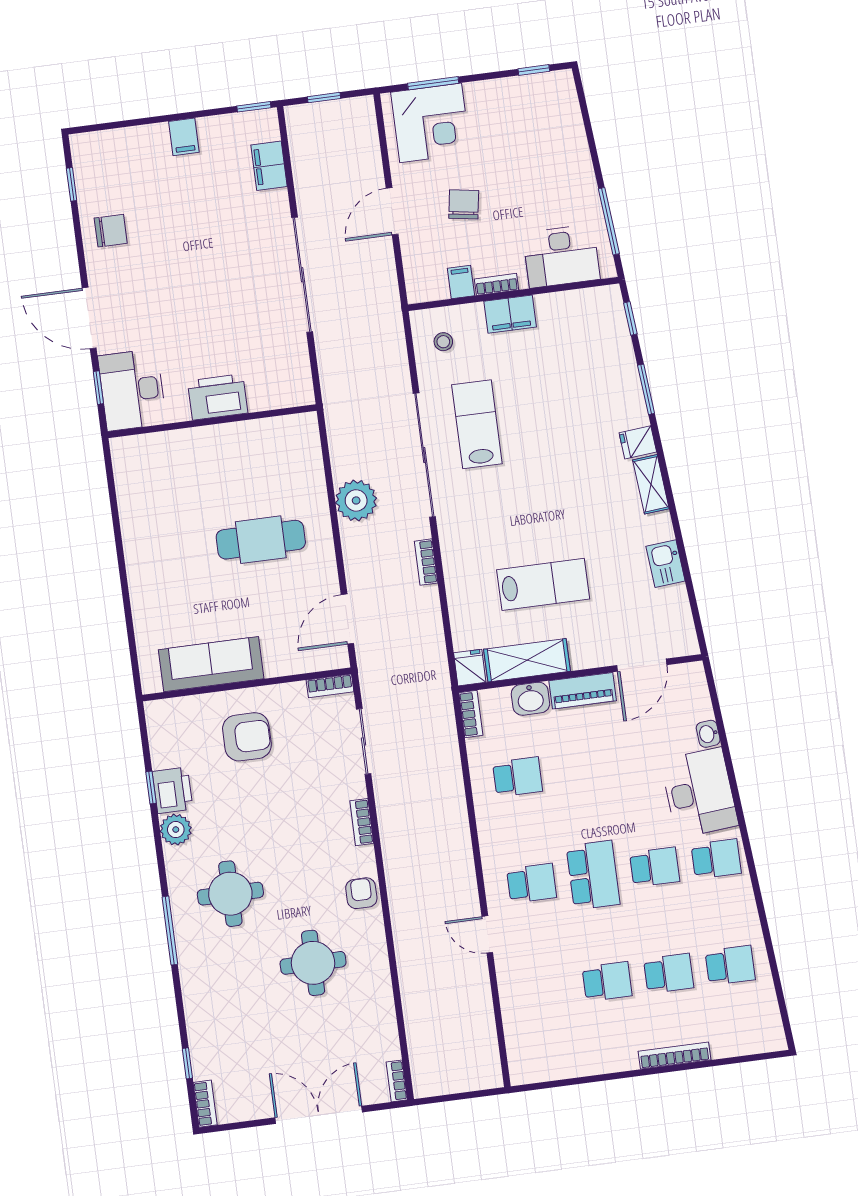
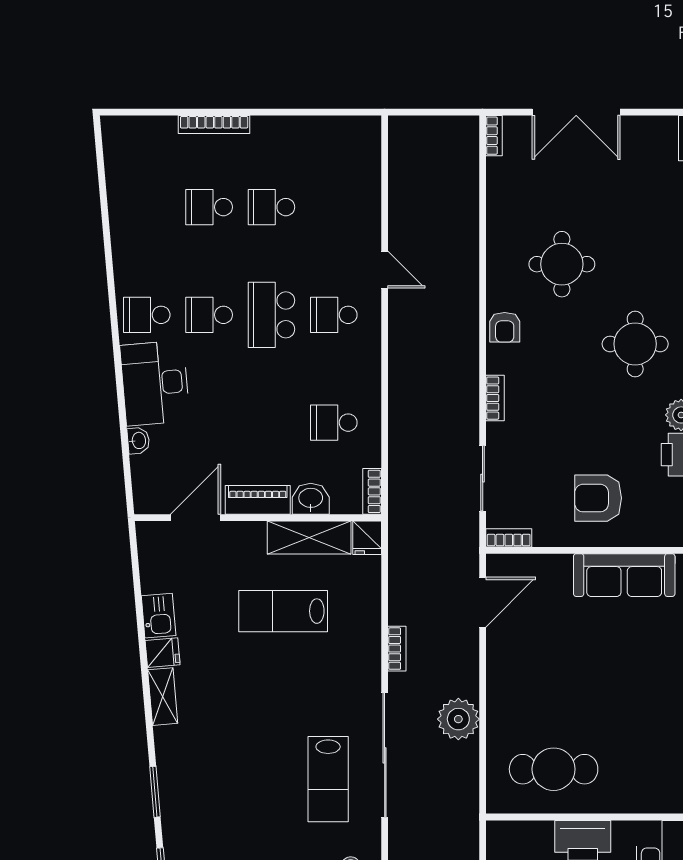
fridge: (638, 442) -> (163, 653), moved
cafe table: (261, 540) -> (554, 769), moved
school desk: (730, 965) -> (147, 207), removed

